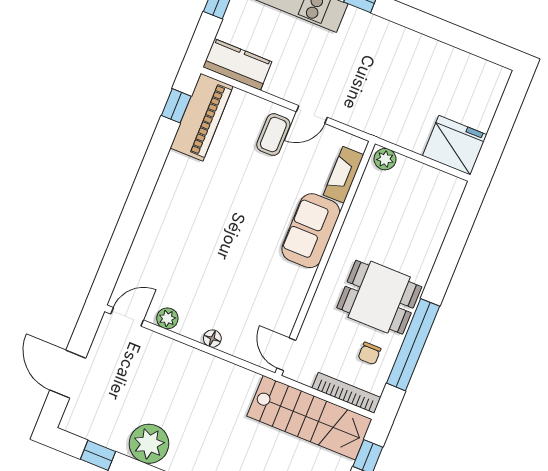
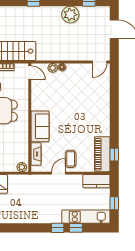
plant: (167, 318) -> (53, 68), moved

